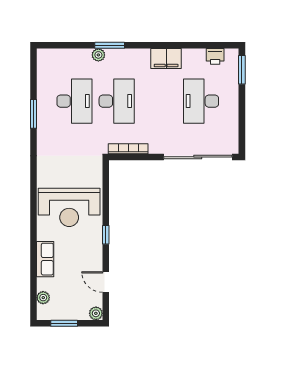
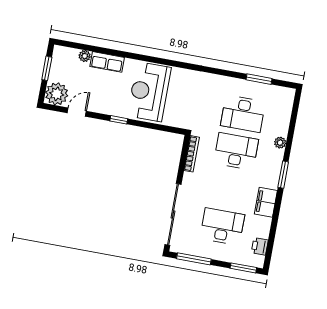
window: (110, 45) -> (283, 175), moved
desk: (117, 101) -> (236, 151), turned 180
window: (34, 114) -> (259, 79), moved
window: (242, 125) -> (194, 259), added
plant: (43, 298) -> (85, 56), moved
plant: (96, 313) -> (57, 94), width x1.87, depth x1.87

